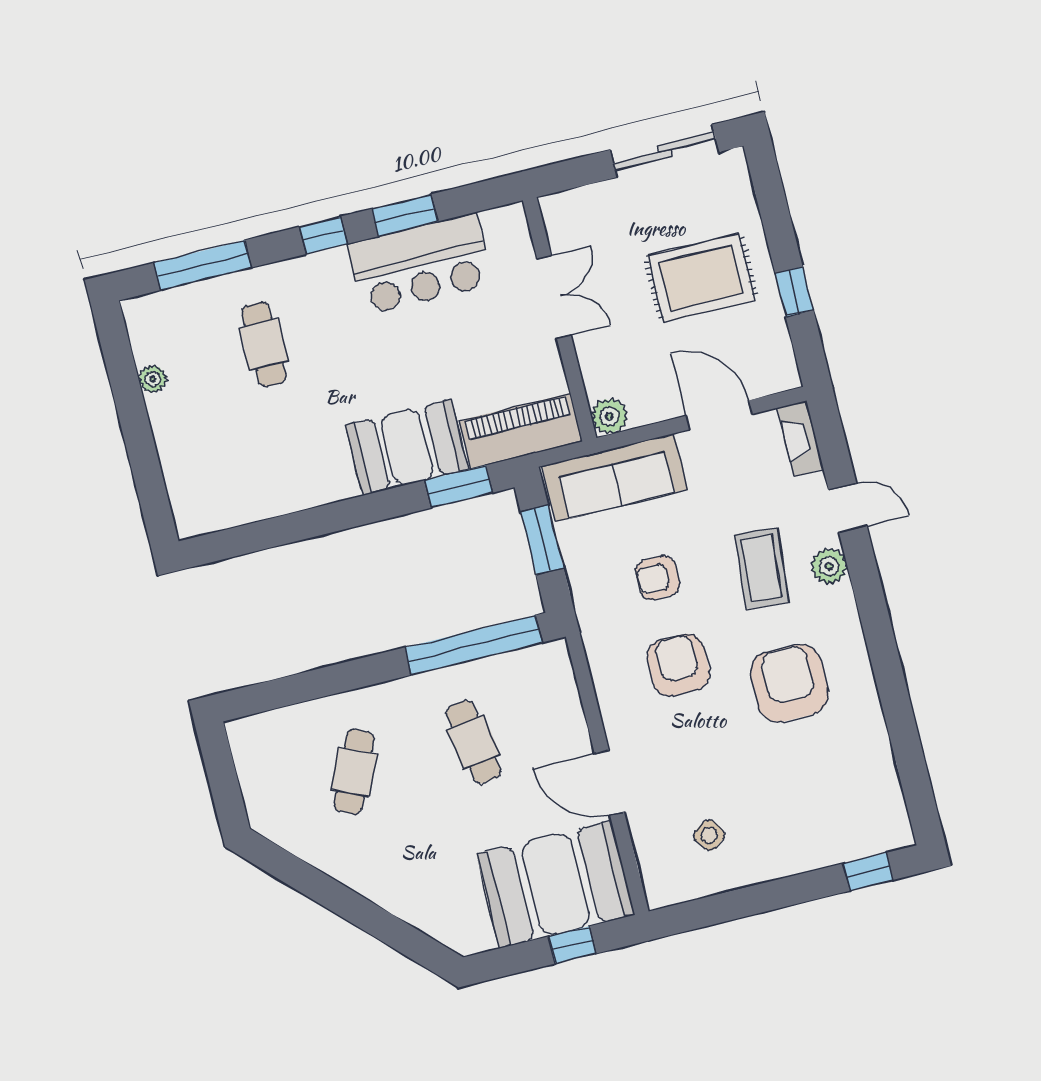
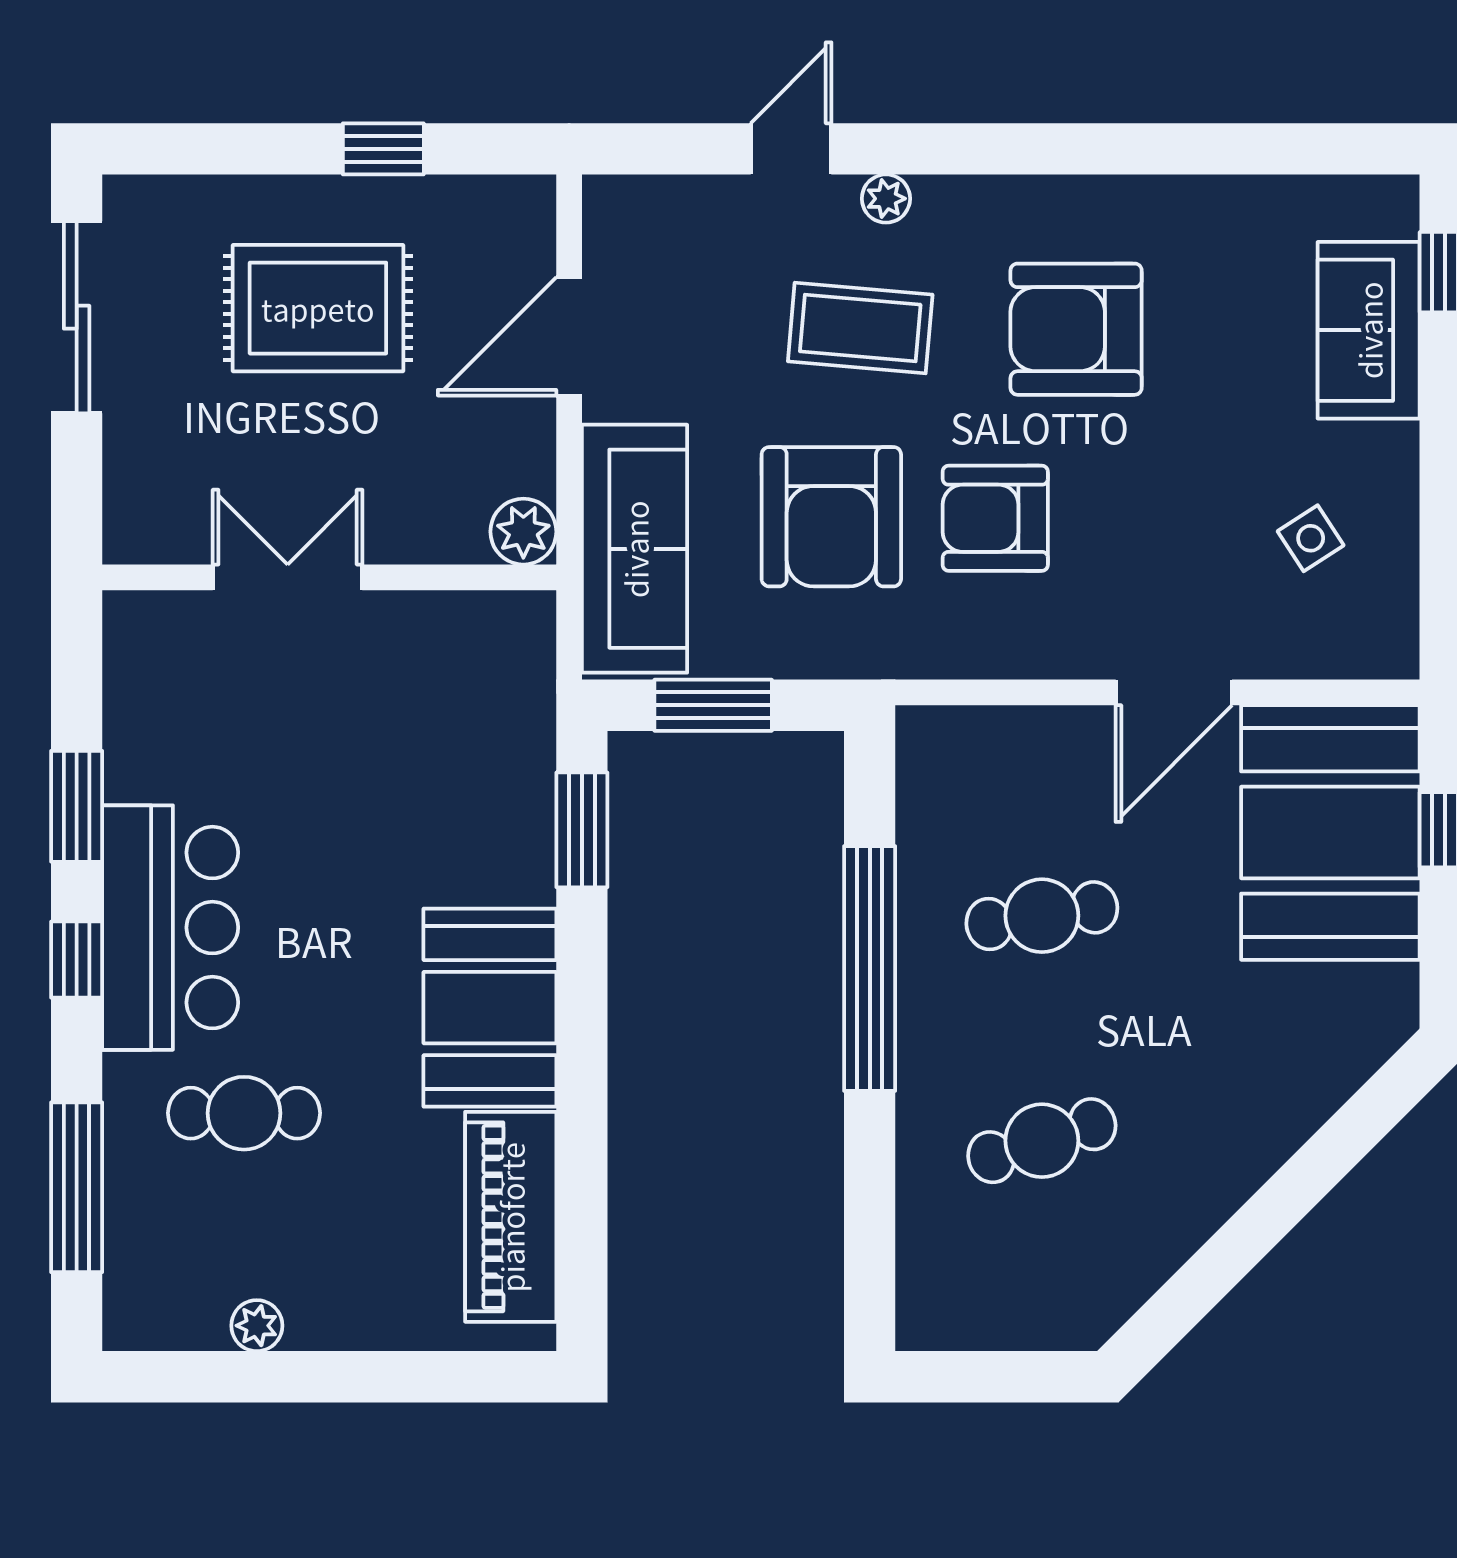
bar counter: (420, 264) -> (170, 928), moved
rug: (701, 278) -> (318, 308), turned 90
piano: (521, 431) -> (511, 1217), moved
fireplace: (801, 438) -> (646, 202), removed
booth: (407, 447) -> (490, 1008), moved
plant: (829, 566) -> (886, 199), width x0.73, depth x0.73
armchair: (658, 578) -> (831, 517), width x1.88, depth x1.88
window: (474, 645) -> (870, 968), moved
cafe table: (354, 772) -> (1042, 1141), turned -42
sofa: (827, 839) -> (1369, 330), added

